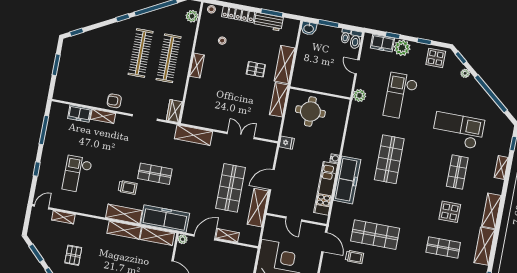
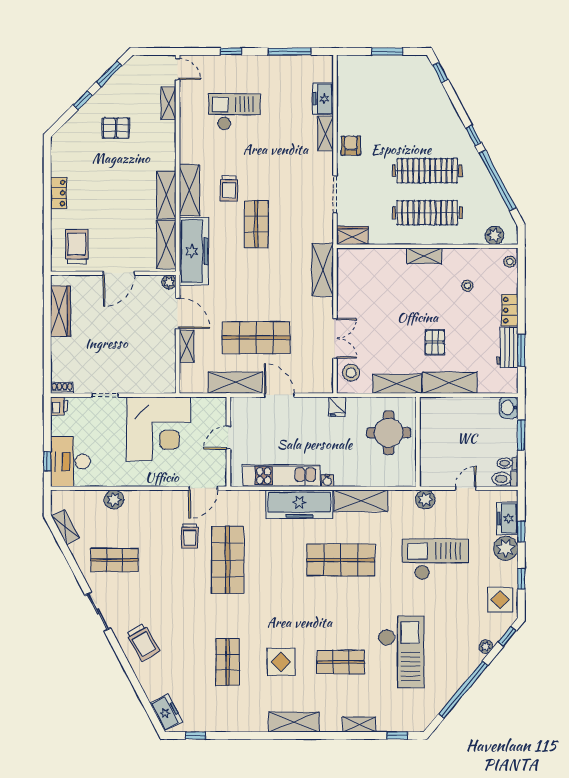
locker: (238, 14) -> (510, 310), width x0.66
stool: (266, 129) -> (351, 373), added
shelving: (484, 246) -> (361, 501), moved

